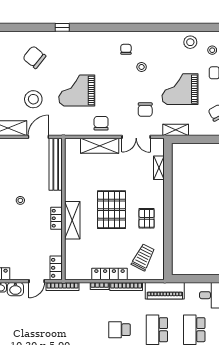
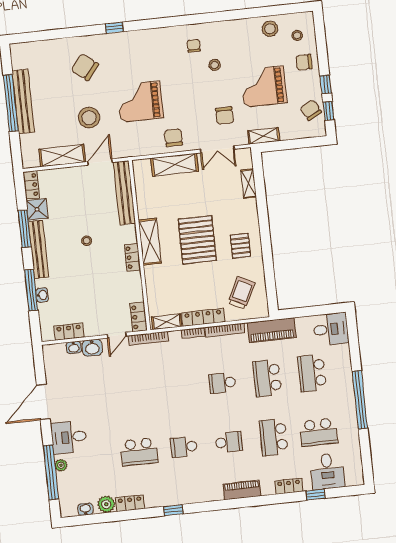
shelving: (72, 220) -> (150, 242), moved
shelving: (79, 274) -> (167, 322), added

